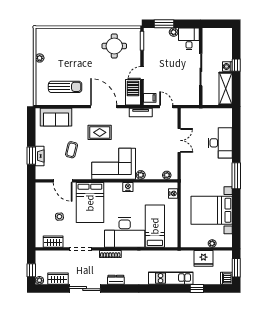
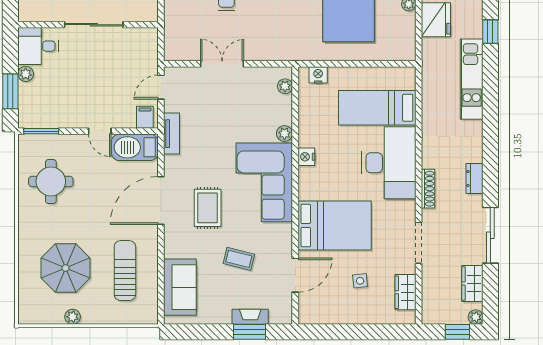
parasol: (66, 54) -> (66, 268), added

